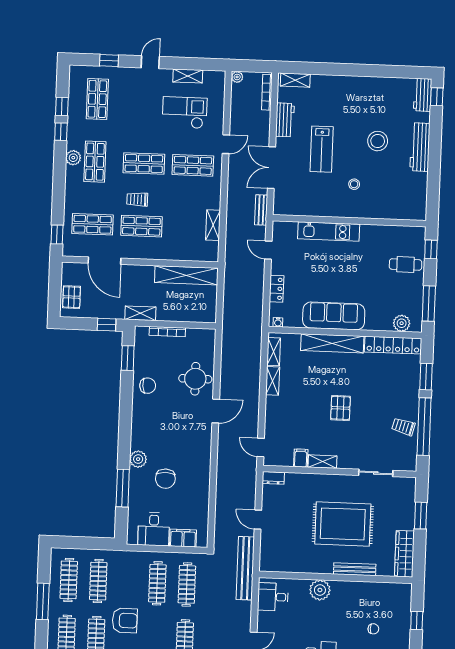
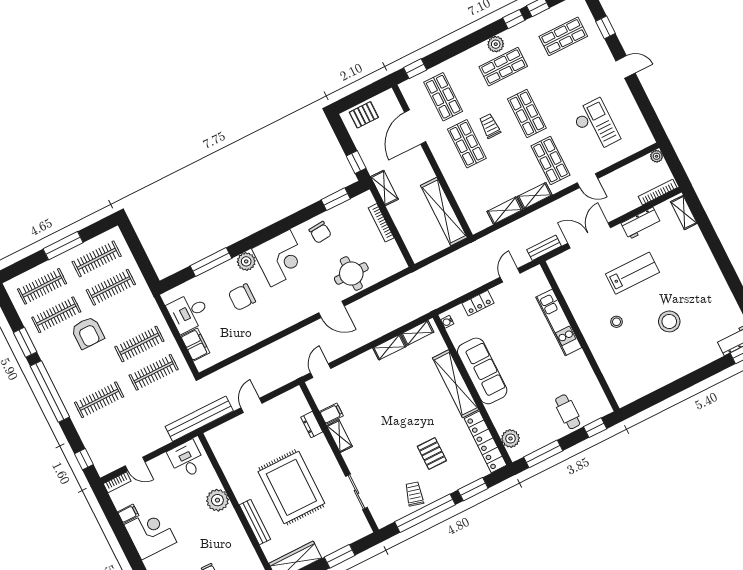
shelving: (188, 76) -> (535, 196), moved, turned 90
workbench: (420, 147) -> (686, 364), removed
lab bench: (322, 149) -> (633, 273), turned 180
pallet: (340, 408) -> (432, 454), moved, turned 90
corner desk: (151, 430) -> (280, 258), added
dresser: (273, 478) -> (312, 425), moved

